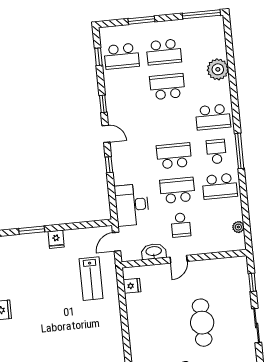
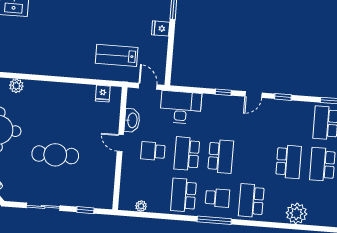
school desk: (177, 190) -> (187, 154), turned 180

